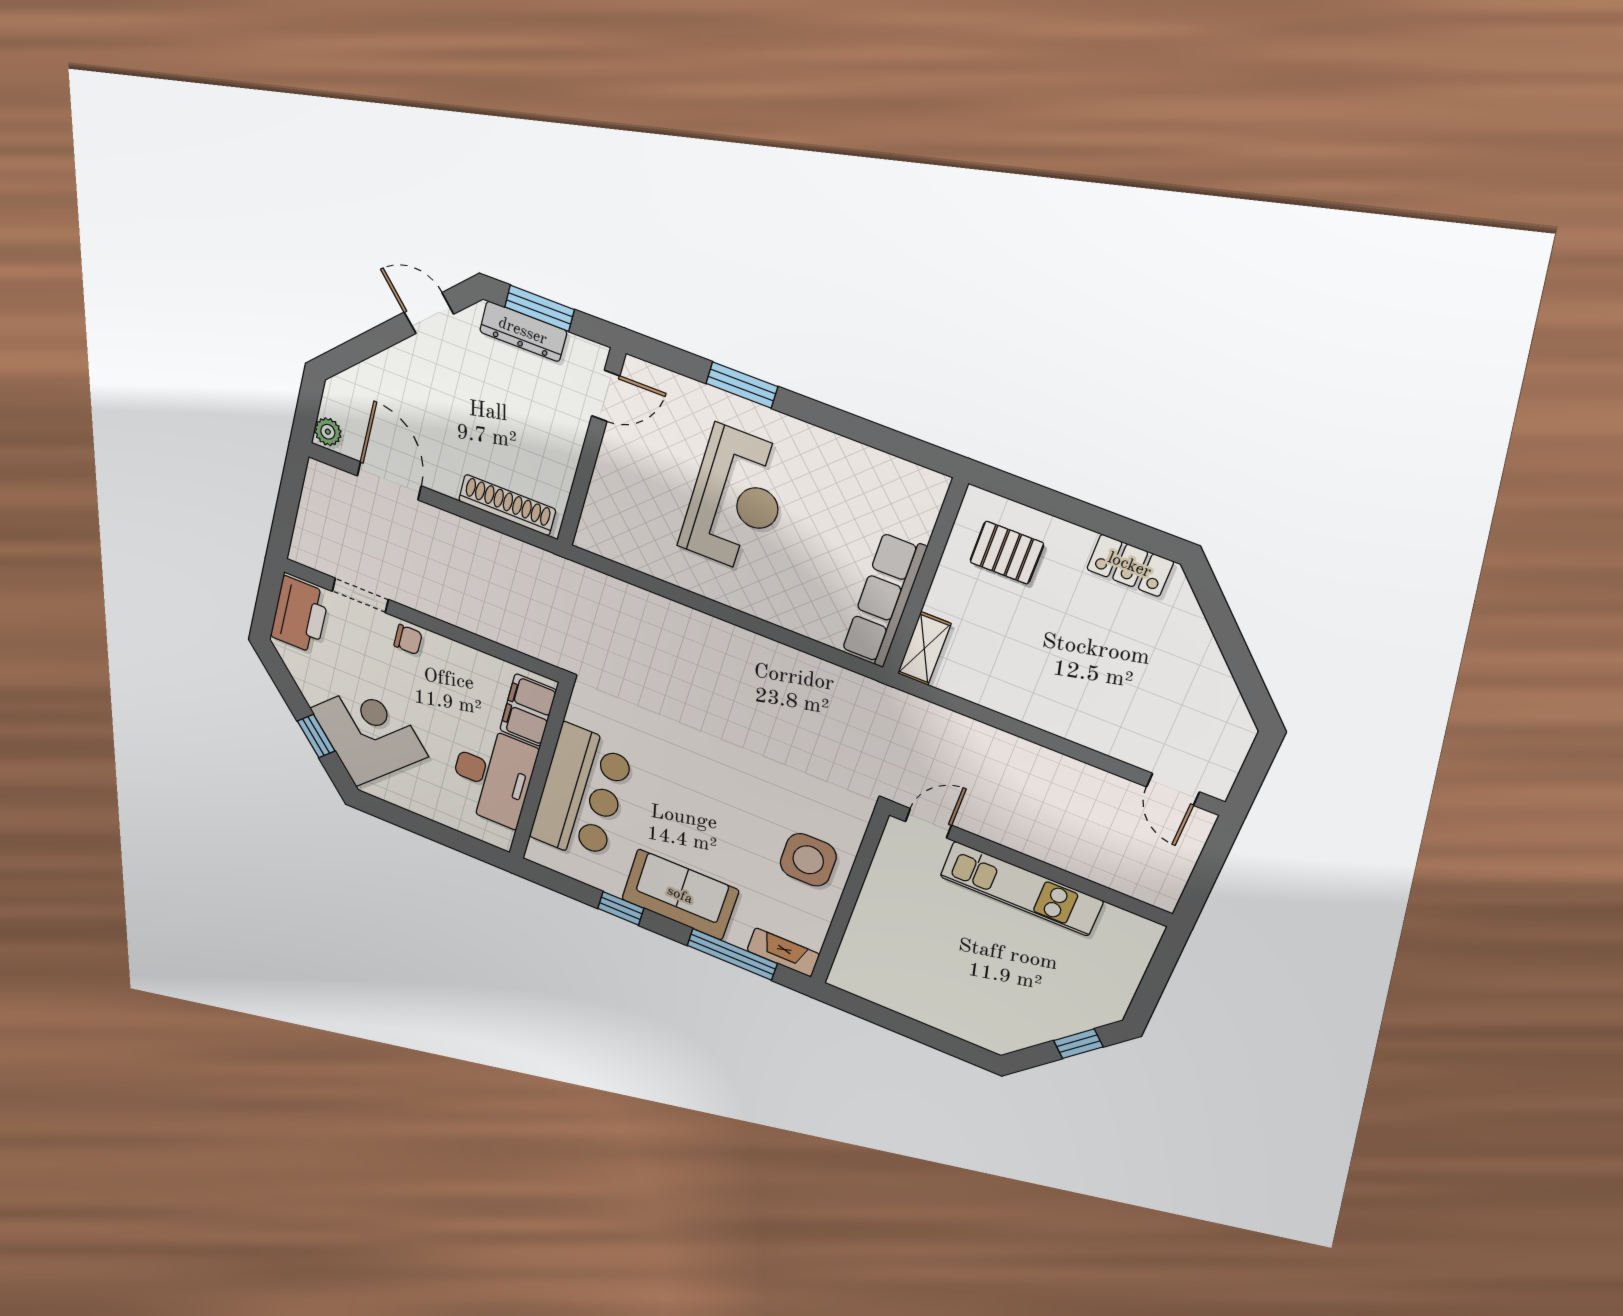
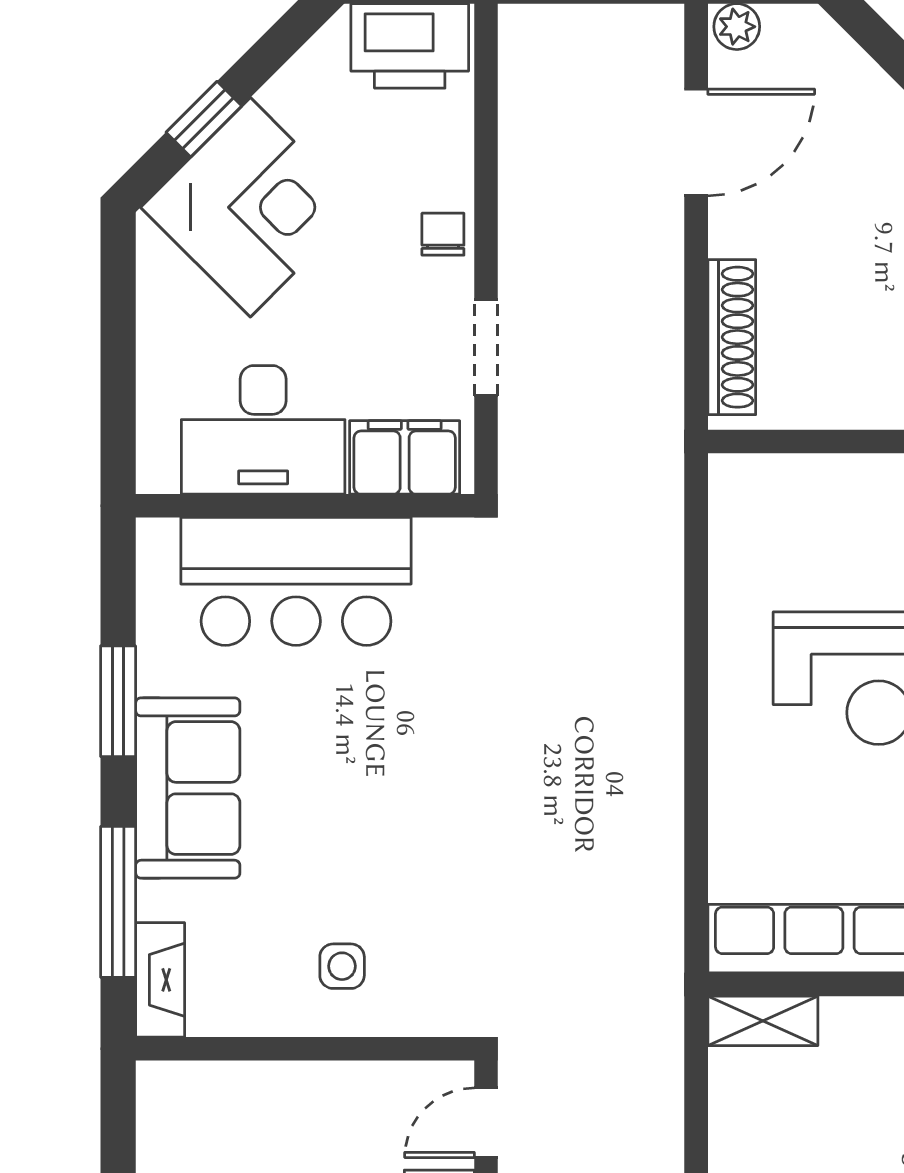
doorway: (360, 595) -> (486, 347), moved
chair: (408, 640) -> (443, 234), turned 180
door: (928, 823) -> (486, 1123), swing flipped
side table: (808, 860) -> (342, 966), width x0.54, depth x0.54
window: (621, 908) -> (118, 701), width x1.50

